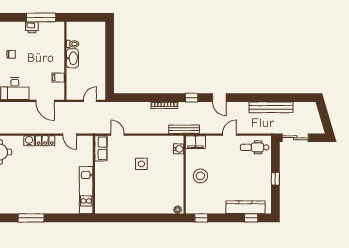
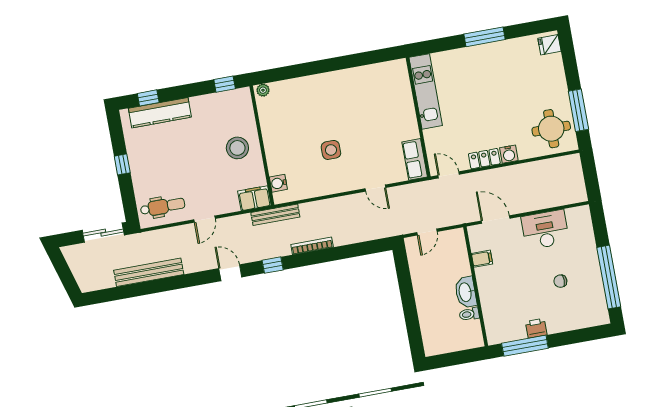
row of seats: (101, 148) -> (415, 159), moved
wall: (94, 175) -> (418, 117), moved
kitchen unit: (86, 190) -> (426, 91), moved

